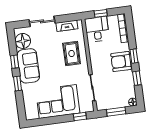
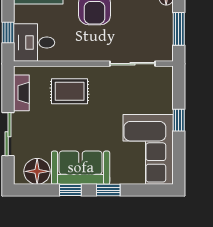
corner sofa: (58, 102) -> (148, 149), moved
window: (80, 117) -> (179, 120), moved

